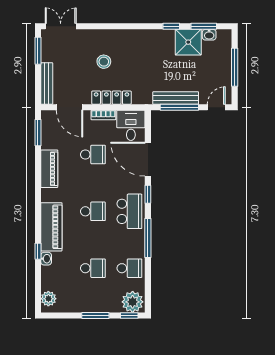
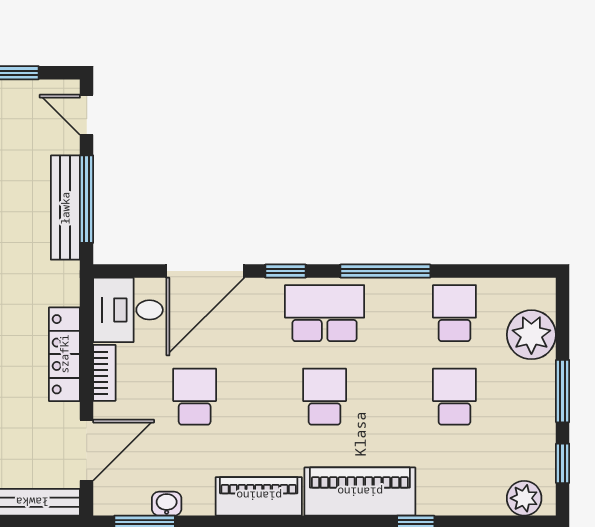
piano: (49, 169) -> (259, 496), moved
washbasin: (46, 259) -> (167, 504), moved
plant: (133, 302) -> (531, 335), moved
window: (129, 315) -> (563, 463), moved

